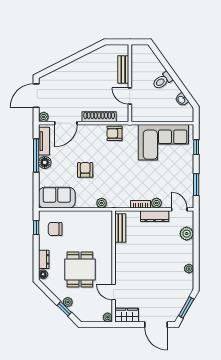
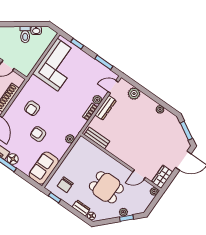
toilet: (162, 81) -> (25, 35), moved
armchair: (114, 133) -> (32, 108), moved

